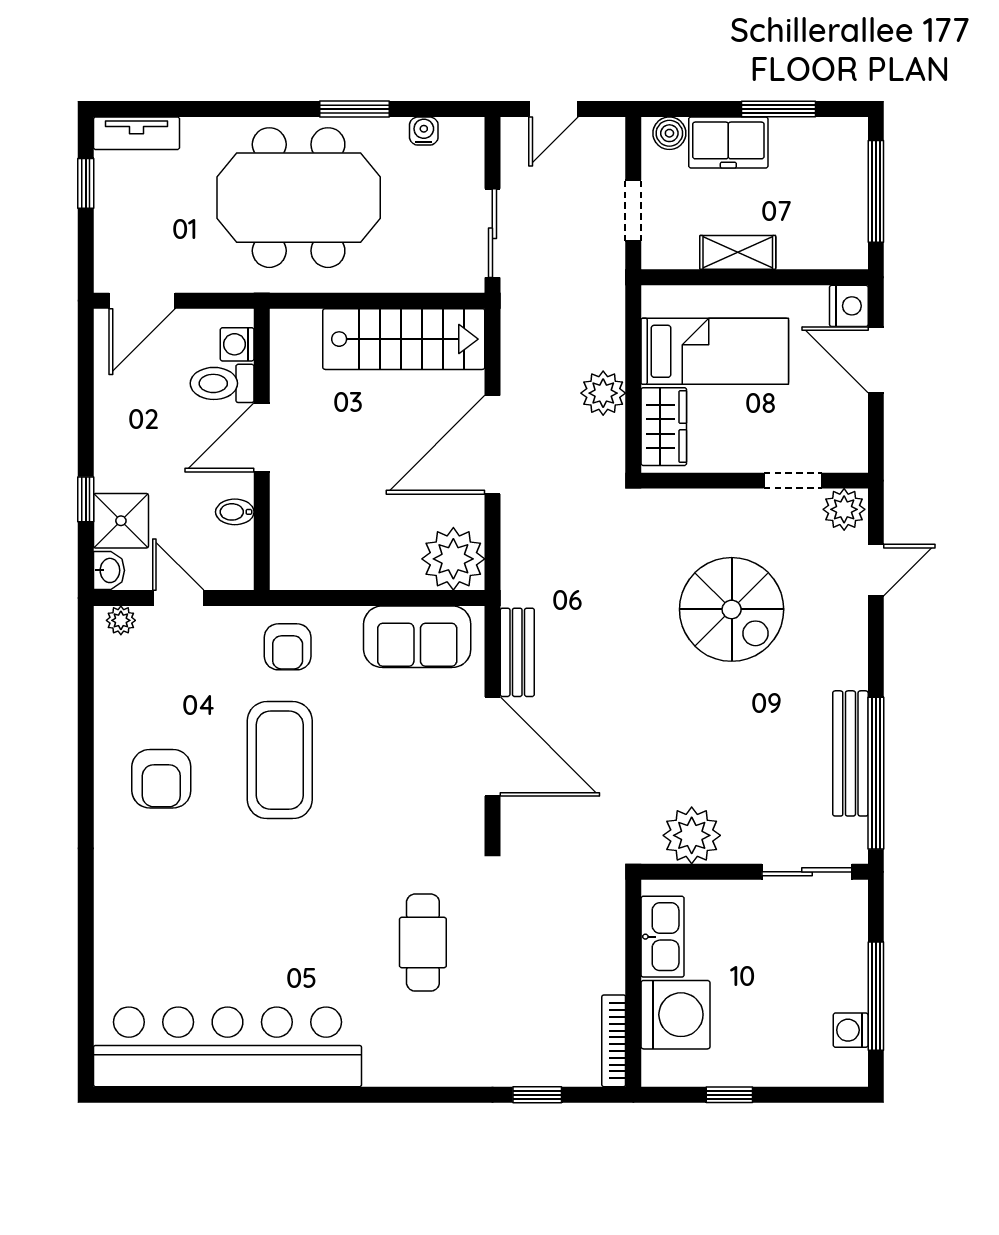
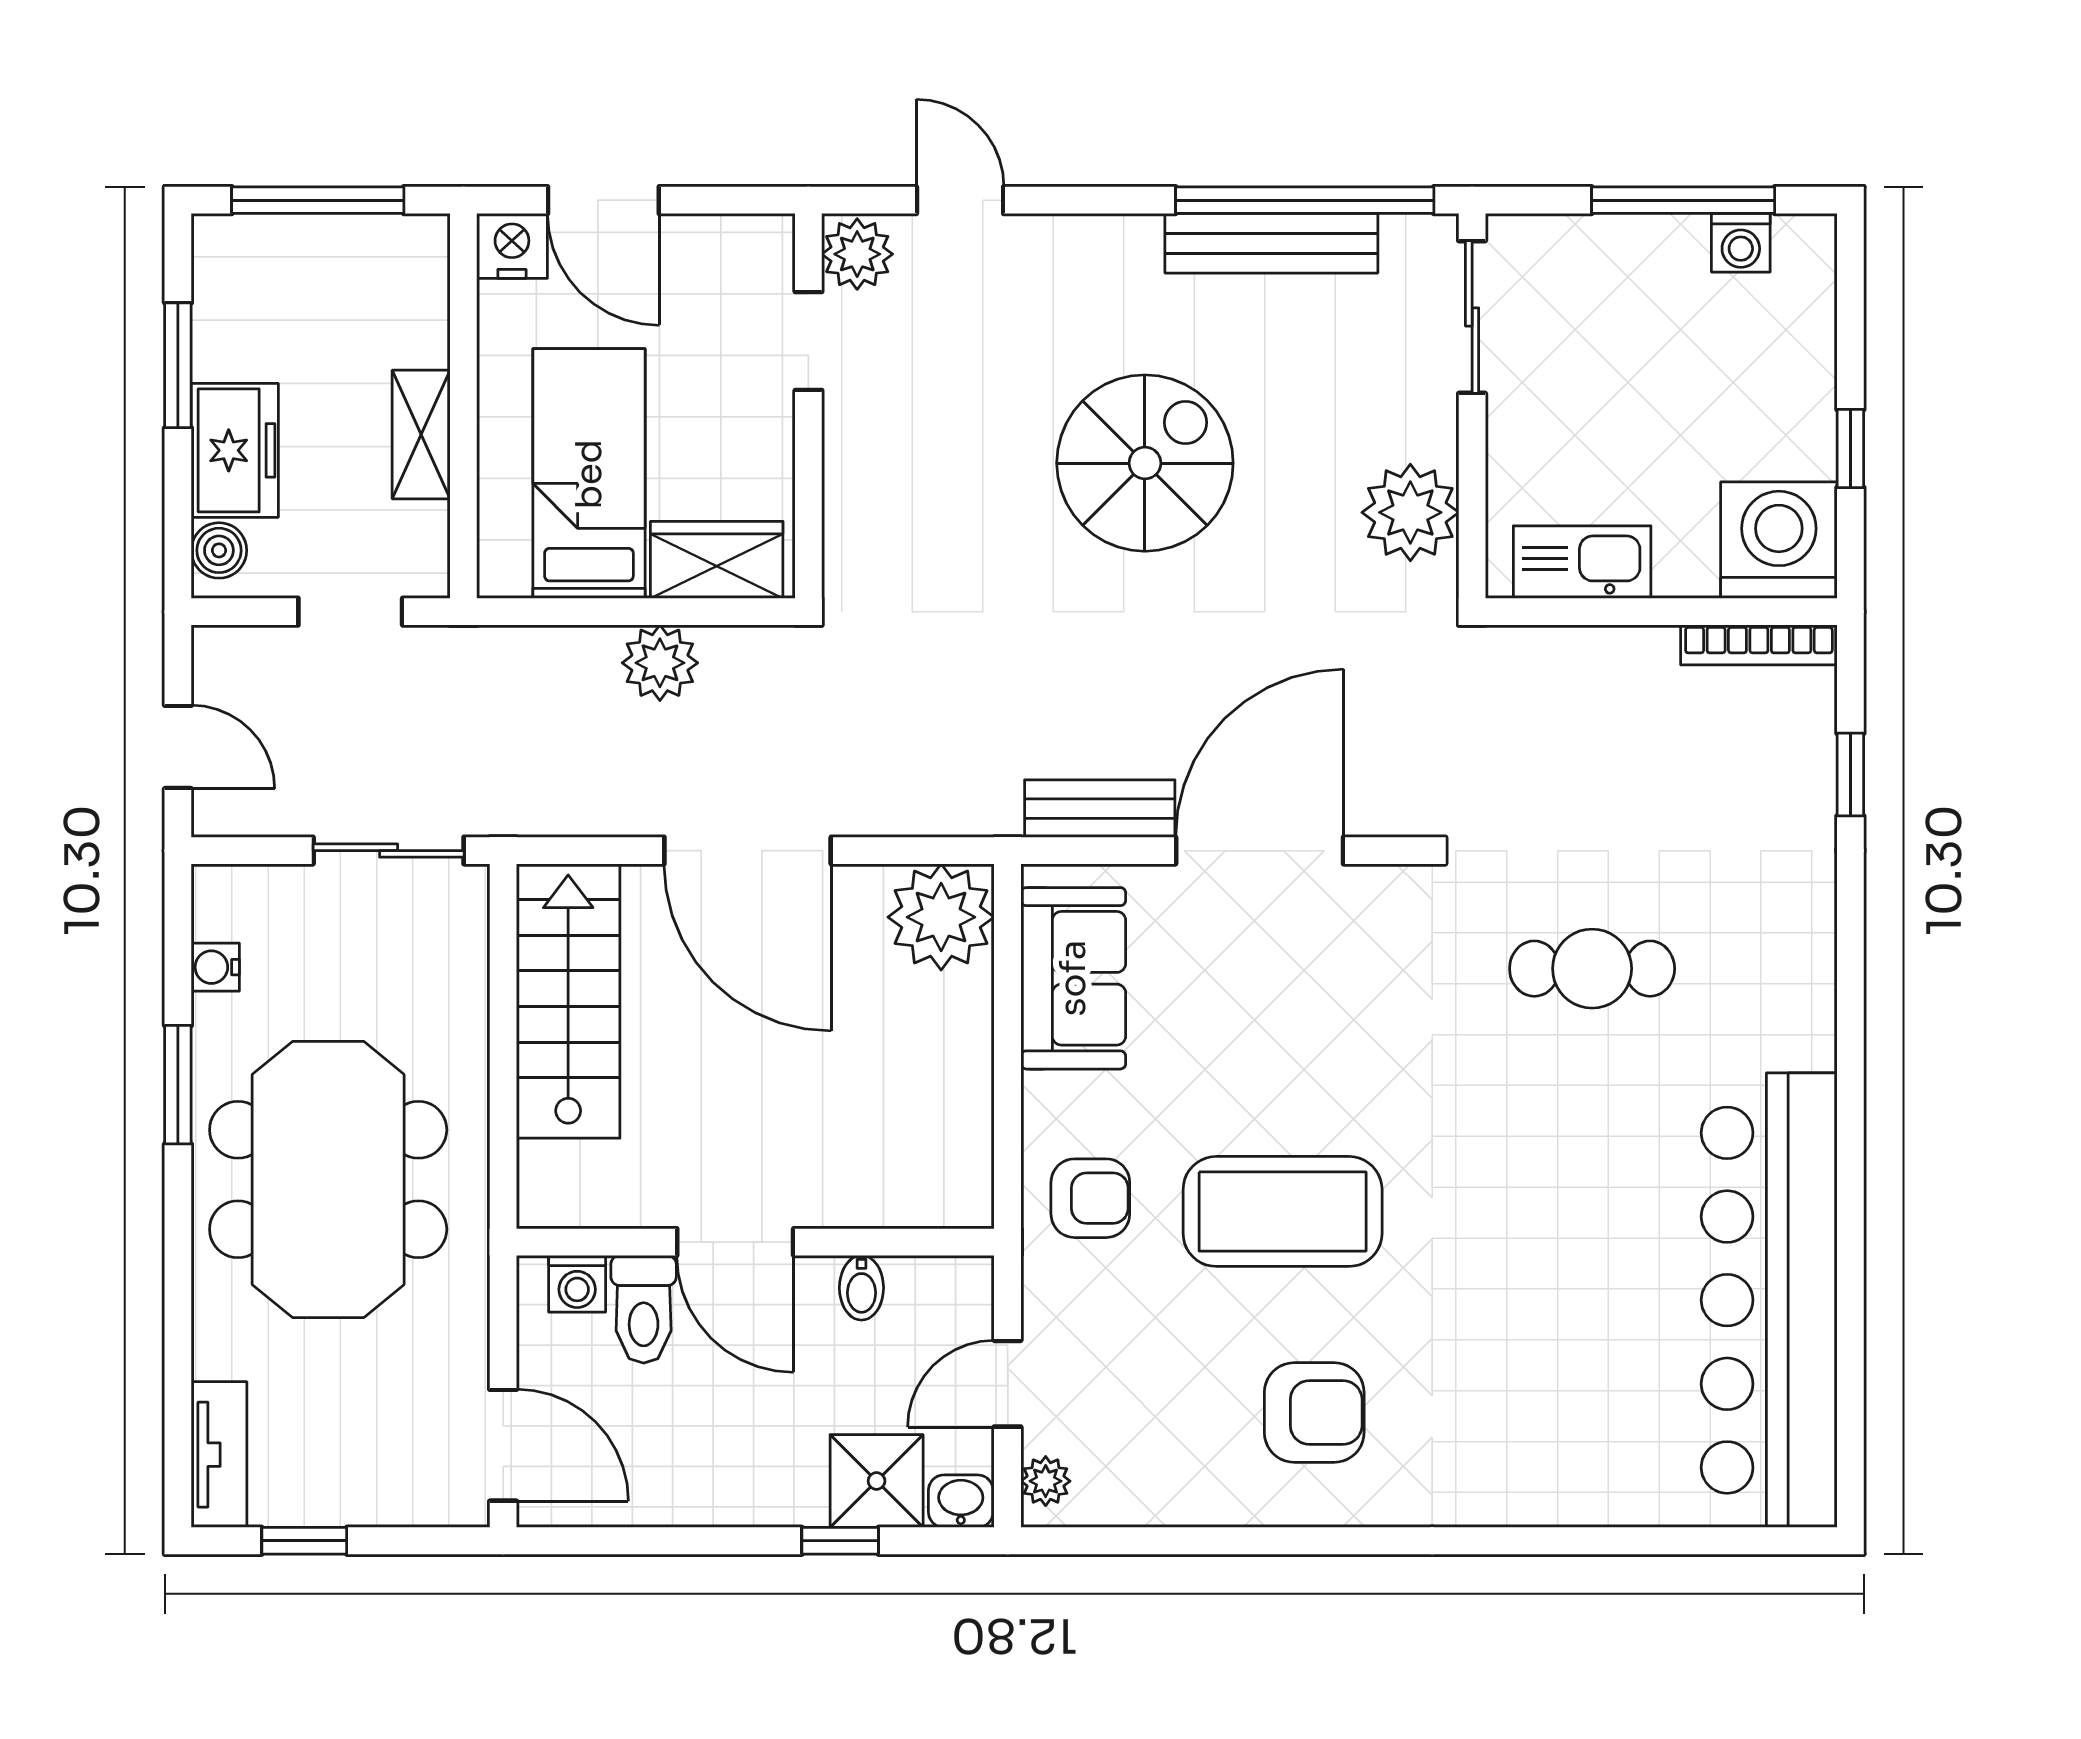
door: (876, 360) -> (603, 200), hinge flipped
spiral stairs: (732, 609) -> (1145, 463), moved
washing machine: (675, 1015) -> (1779, 540), moved

